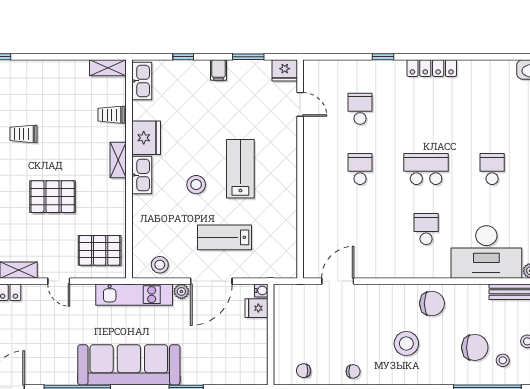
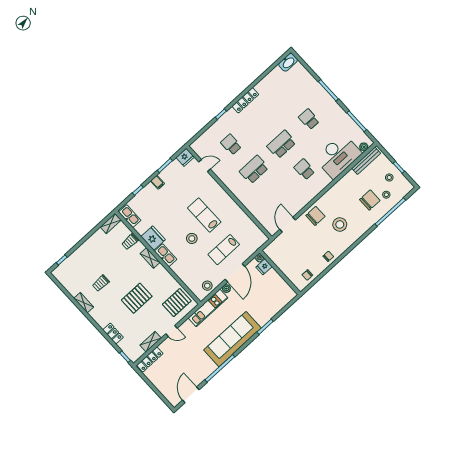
school desk: (360, 169) -> (254, 170), width x1.85
chair: (432, 303) -> (315, 216), moved

